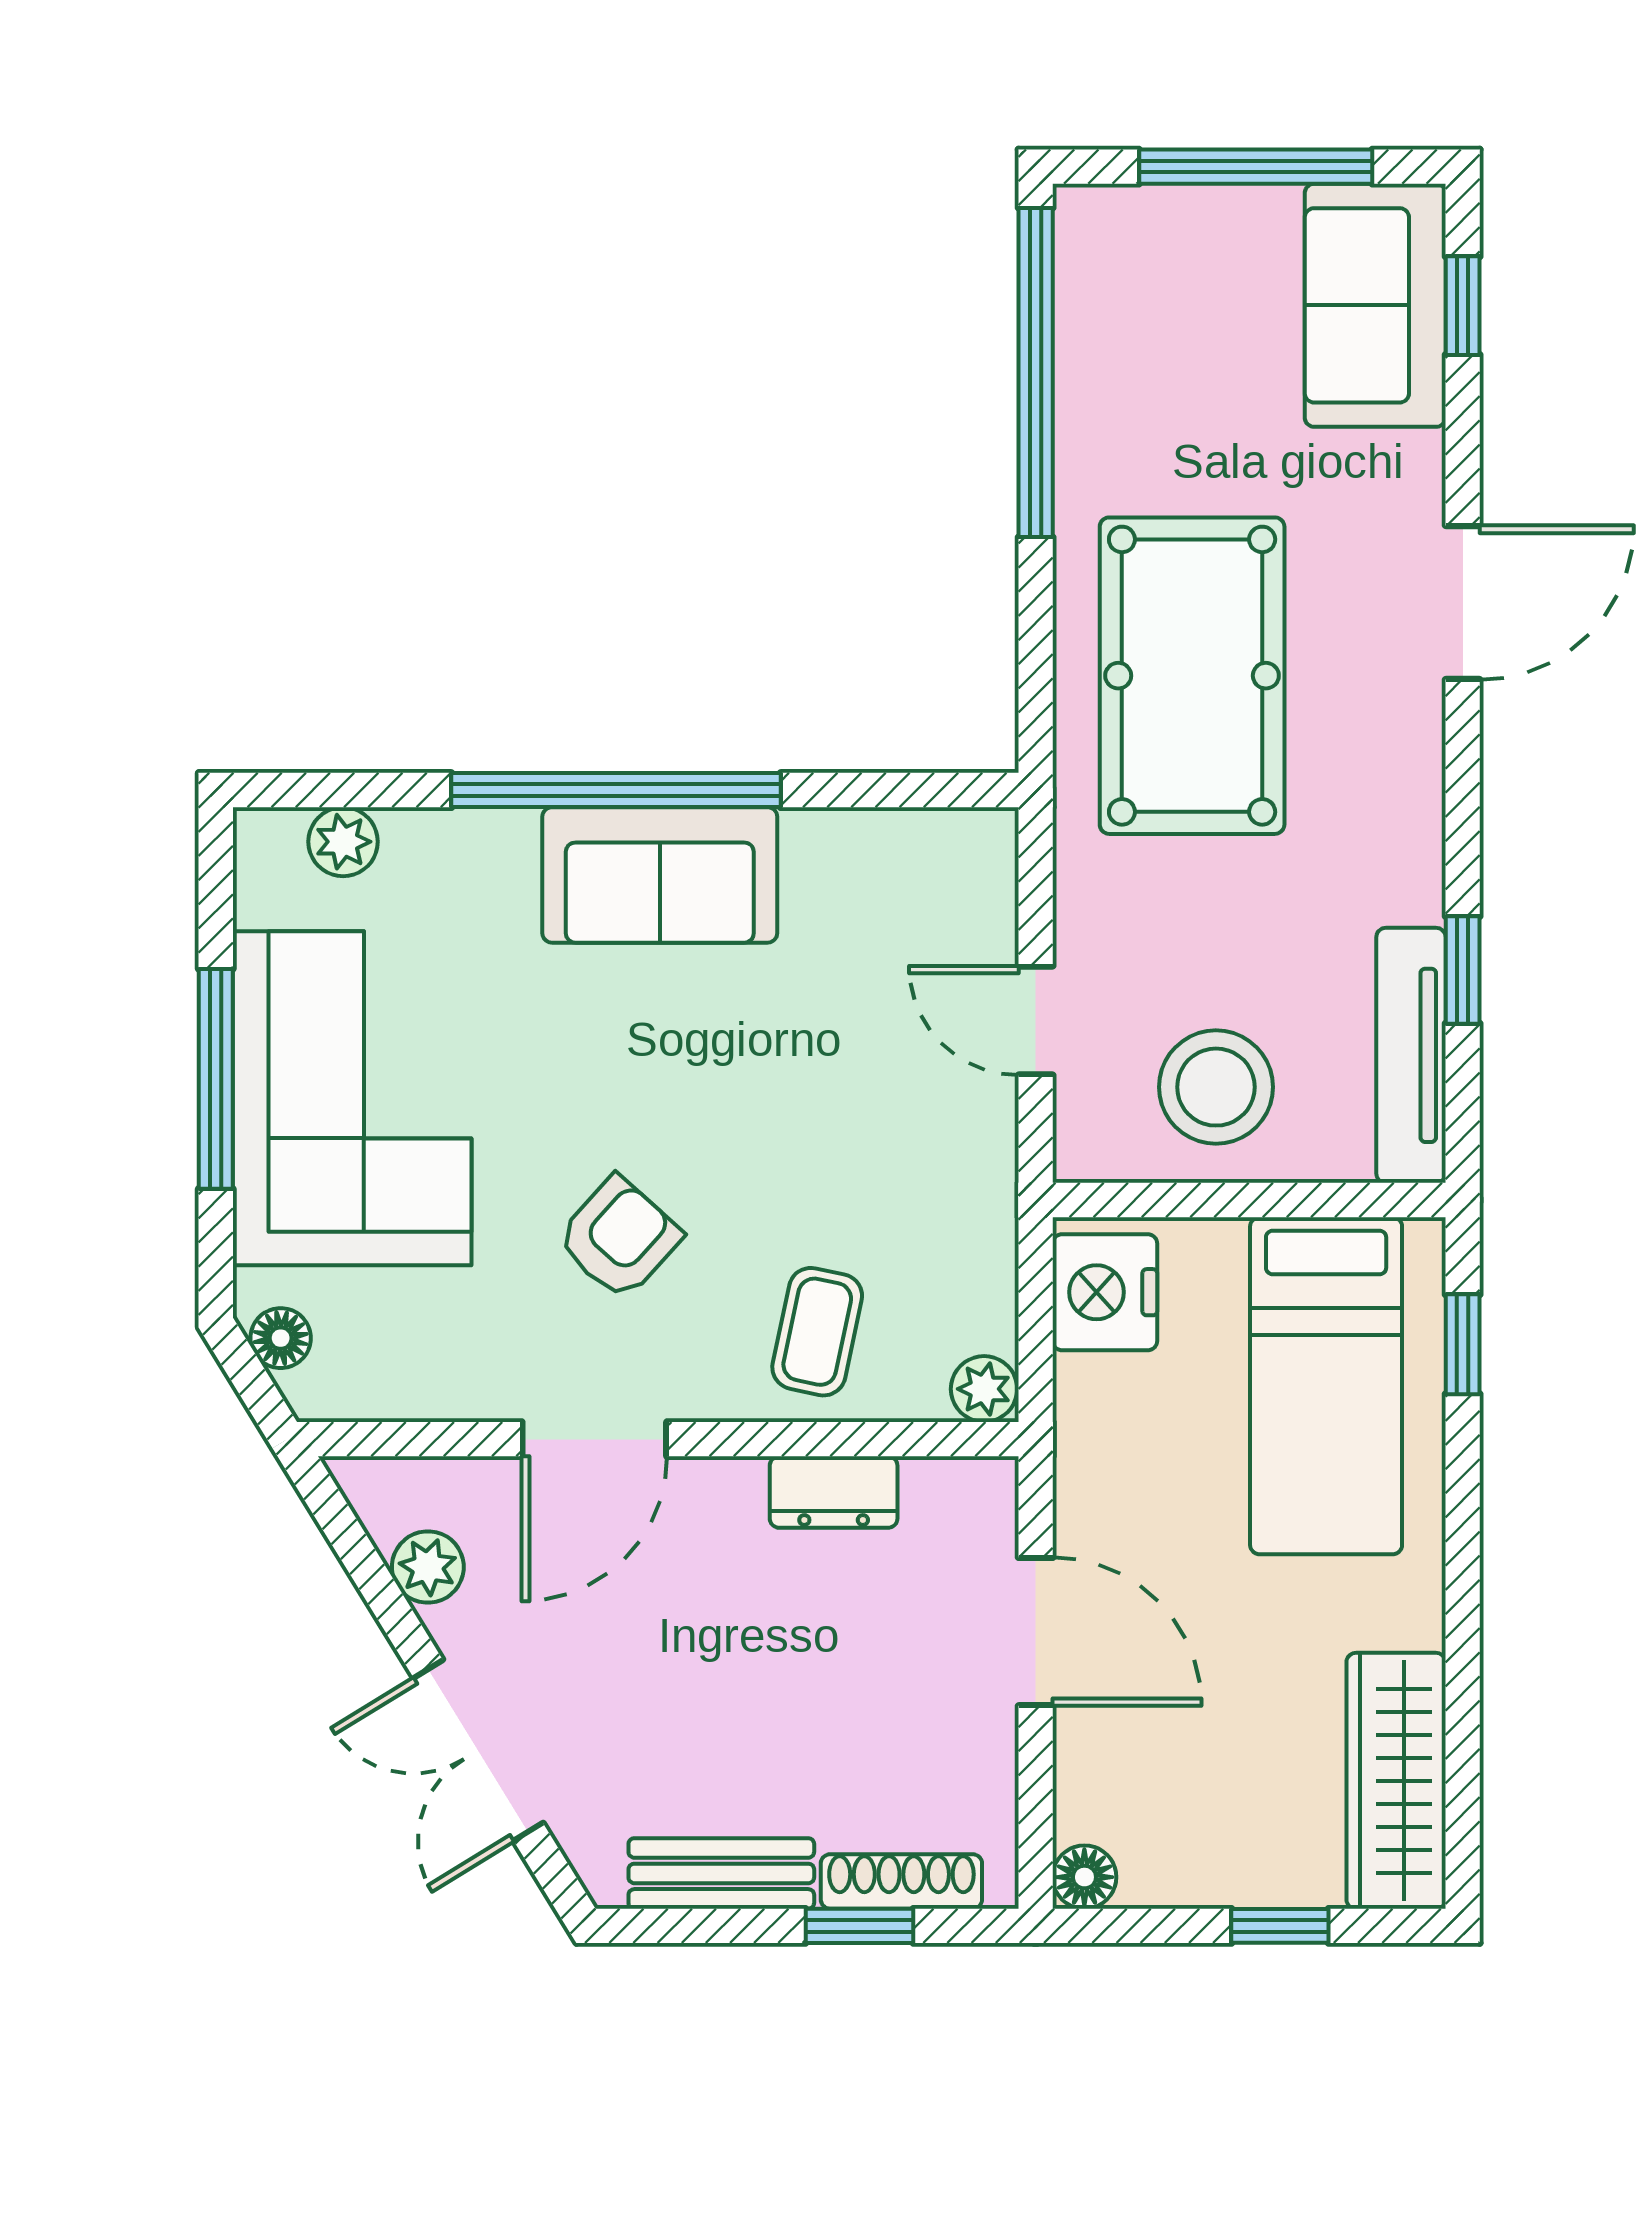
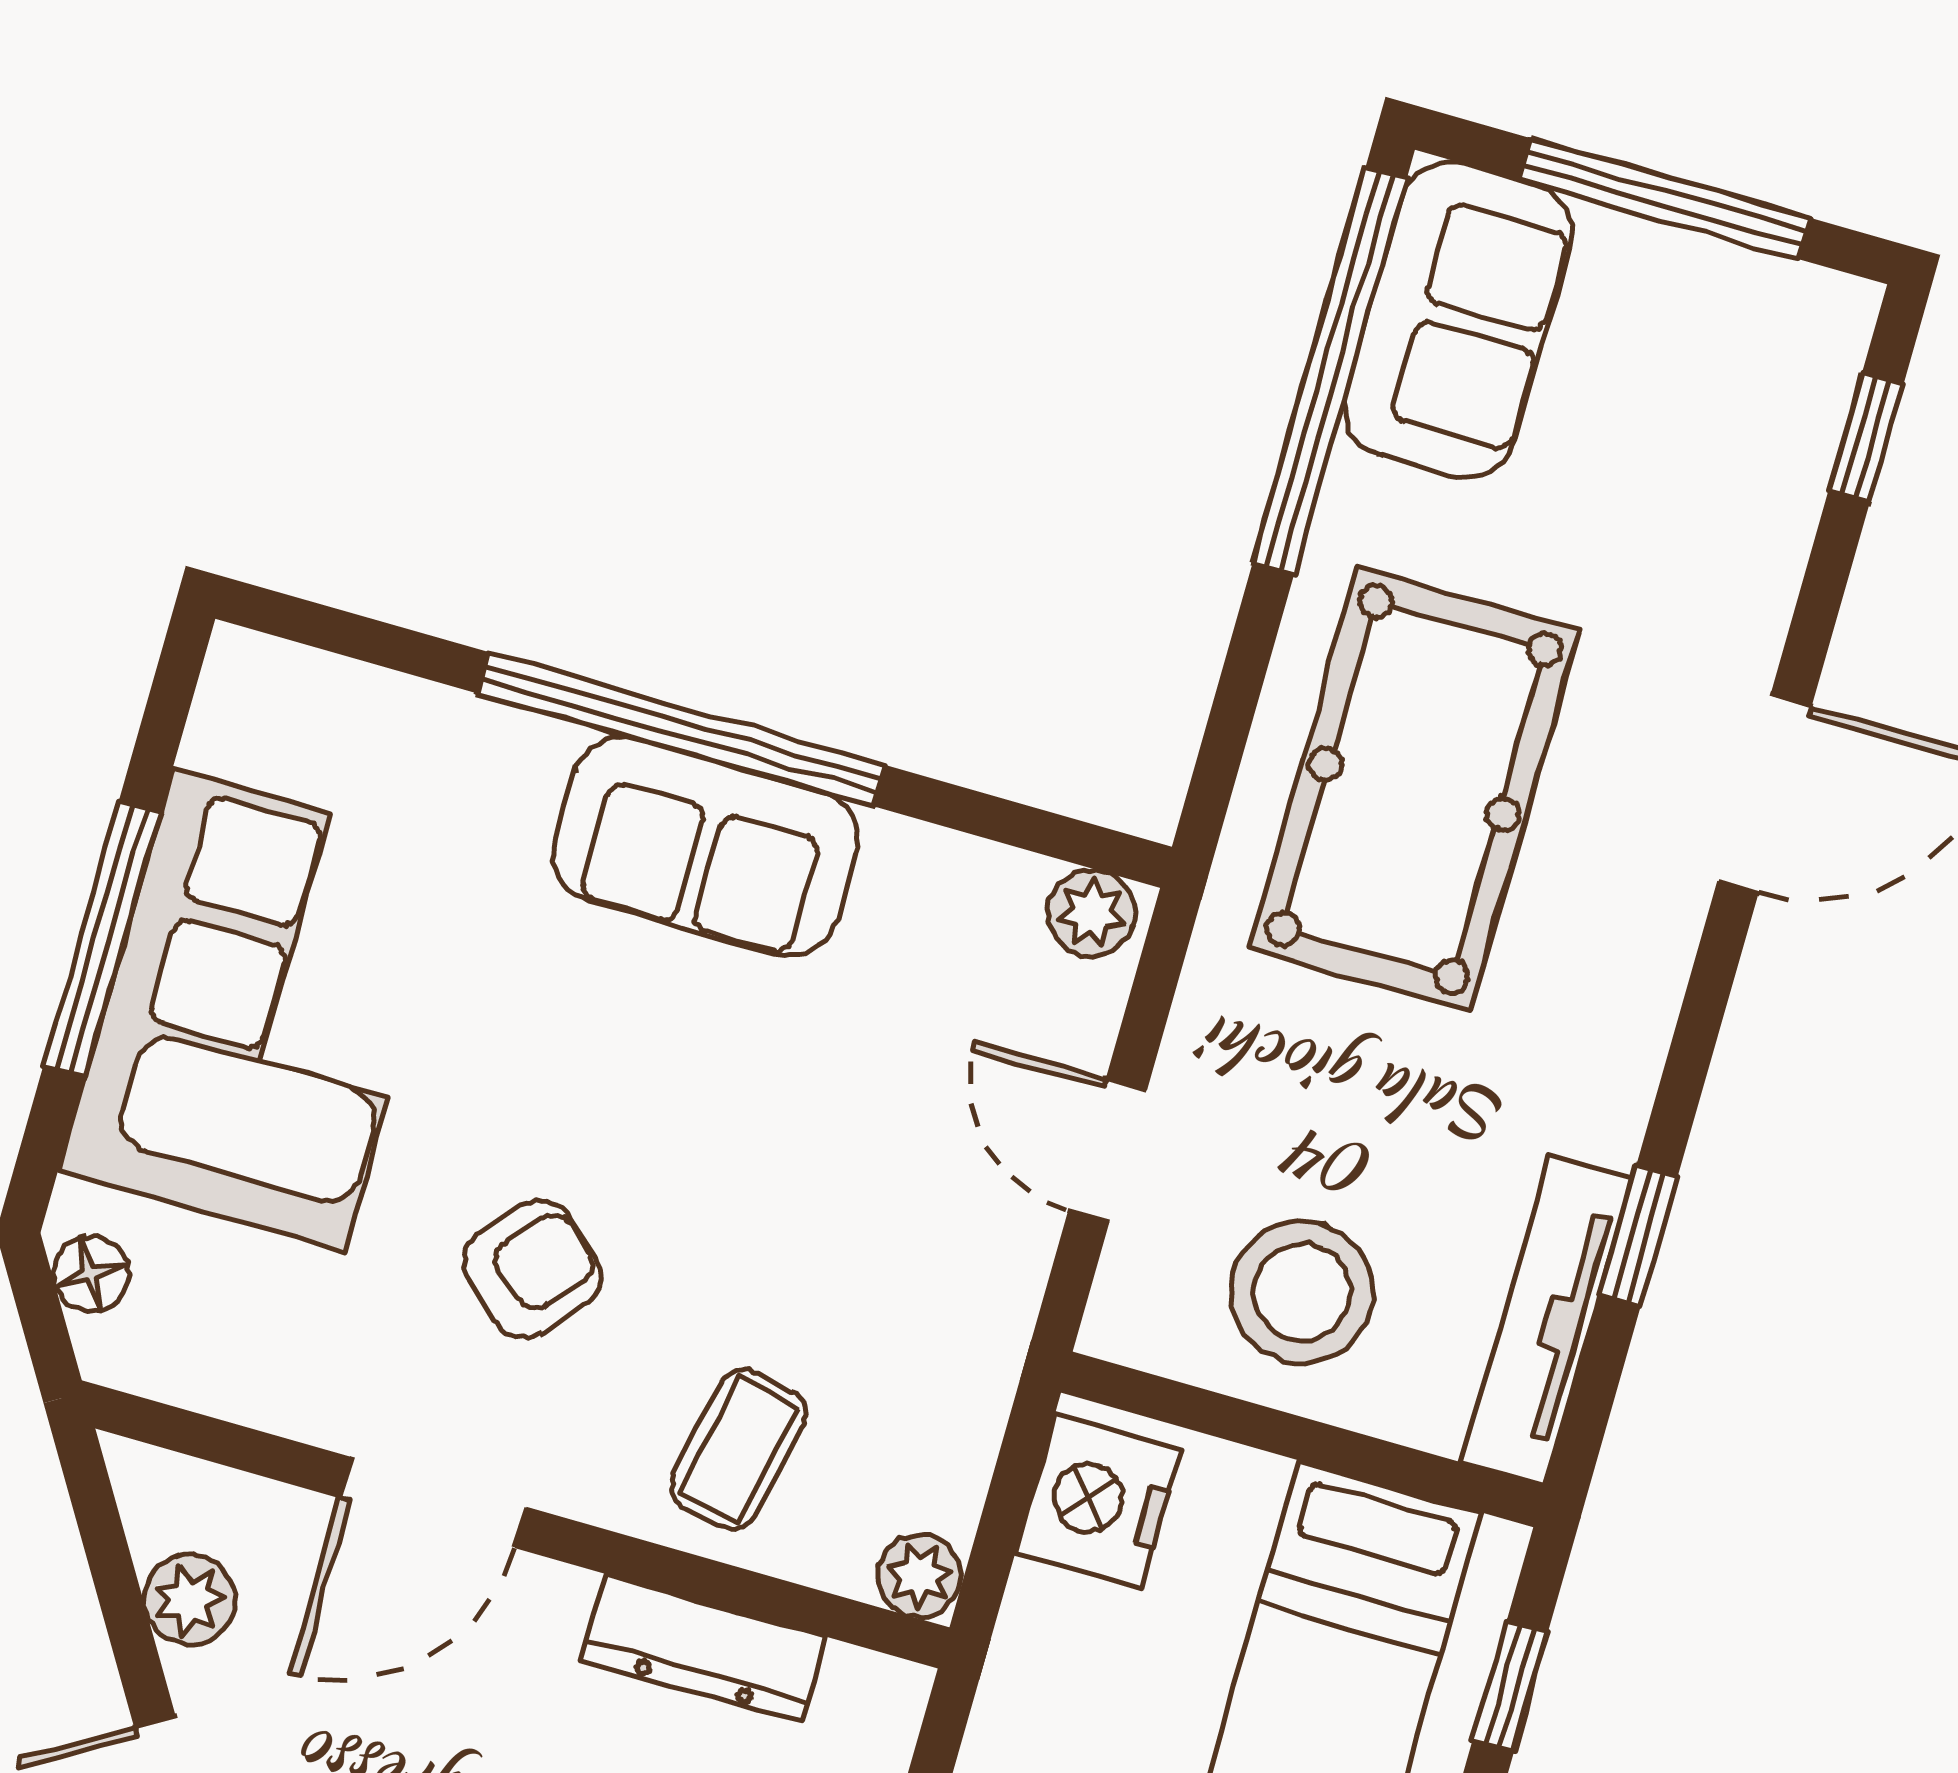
sofa: (1375, 305) -> (1458, 320), moved, turned 180
plant: (343, 842) -> (1092, 913), moved
dresser: (834, 1492) -> (703, 1648), width x1.44

